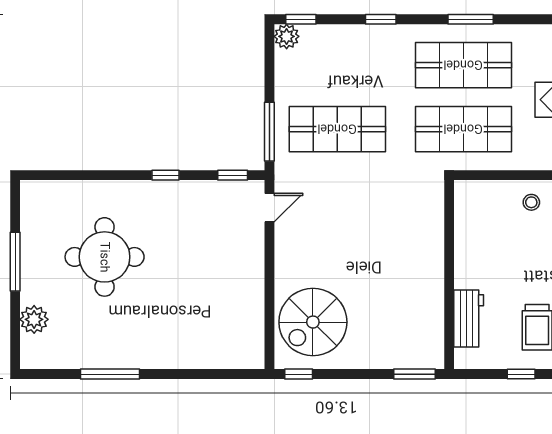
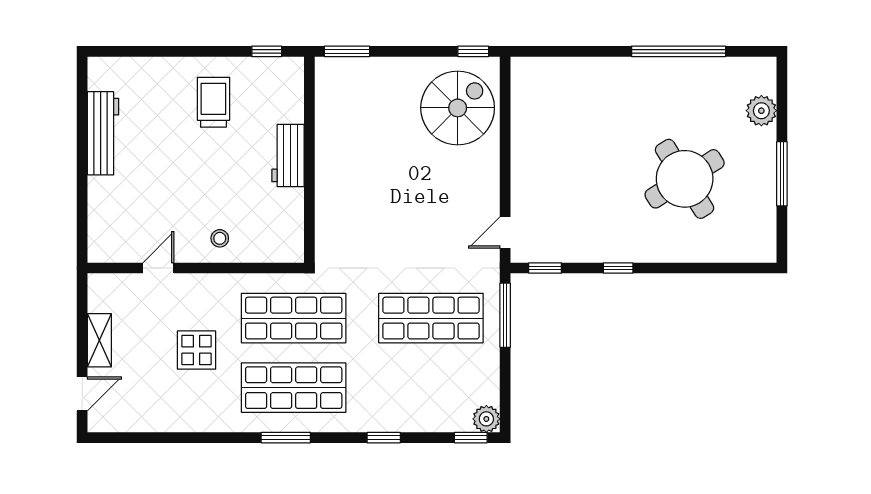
round table: (105, 257) -> (685, 179), turned -32
workbench: (469, 319) -> (288, 155), moved
window: (110, 374) -> (679, 51), width x1.46
window: (521, 374) -> (267, 51), moved

